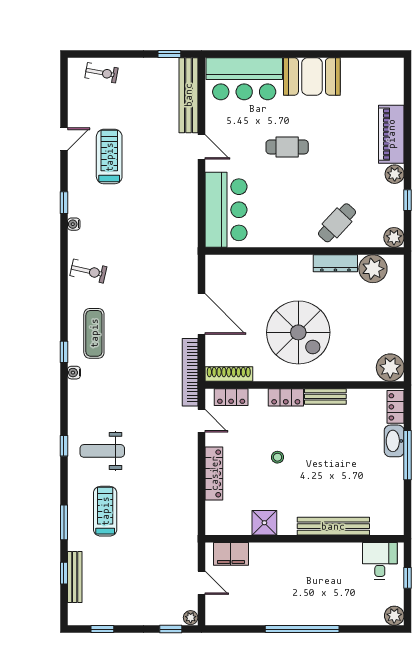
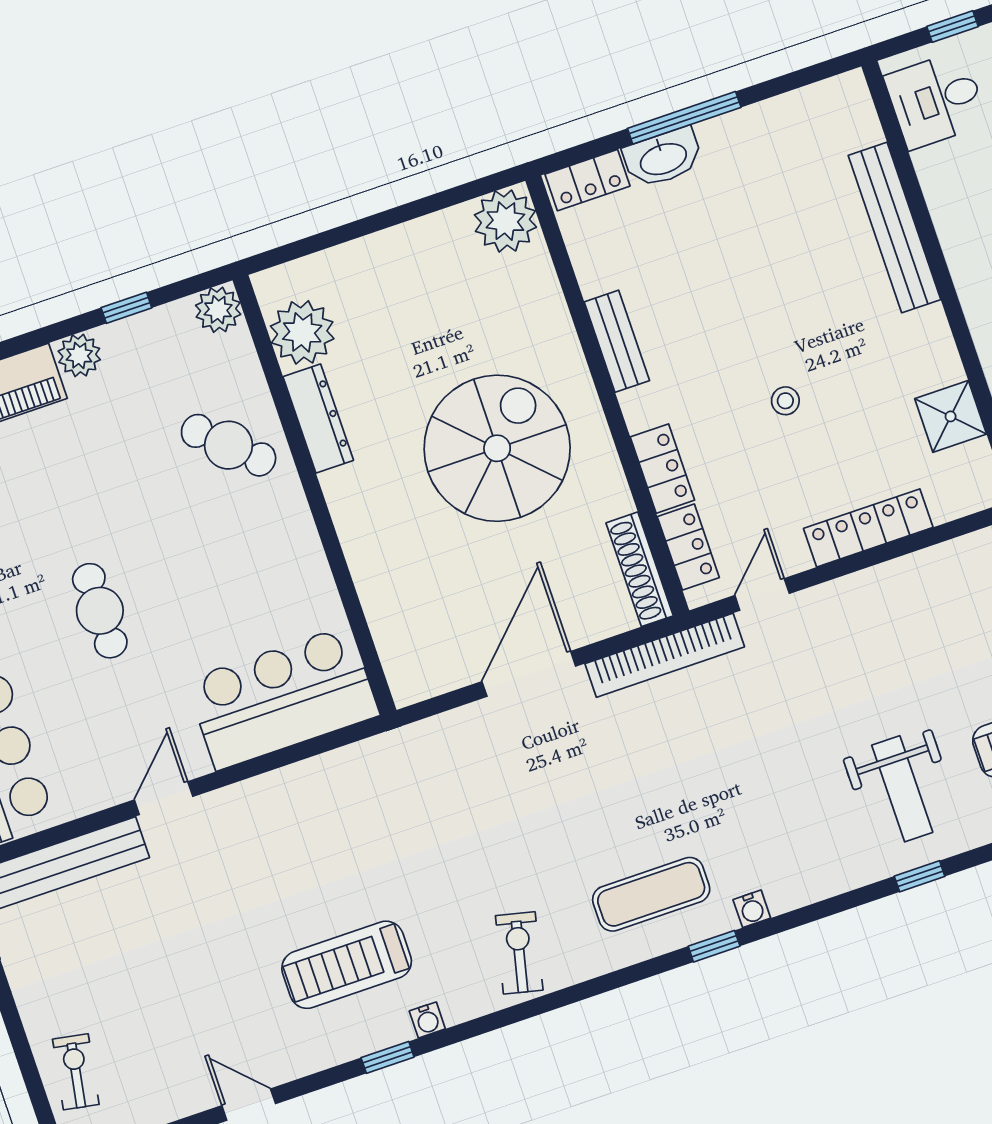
treadmill: (109, 157) -> (347, 965), moved
locker: (286, 397) -> (662, 469), moved
shower: (264, 523) -> (951, 416), moved

